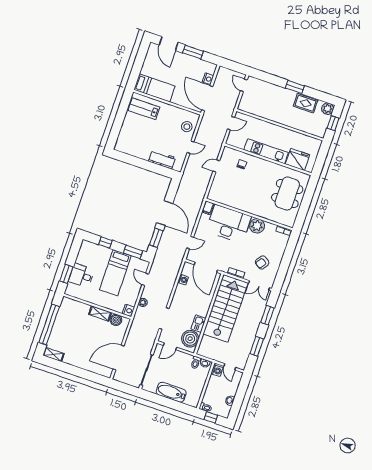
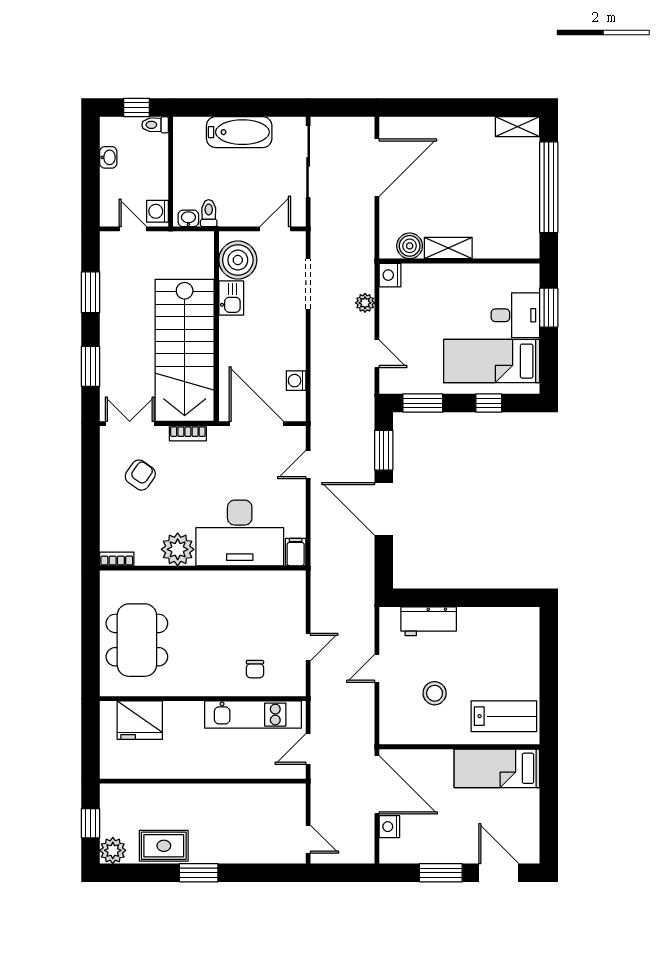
stool: (187, 127) -> (435, 693), moved
kitchen unit: (266, 151) -> (253, 715), moved
bed: (115, 273) -> (492, 361), moved, turned -90

